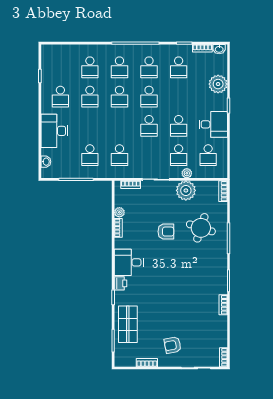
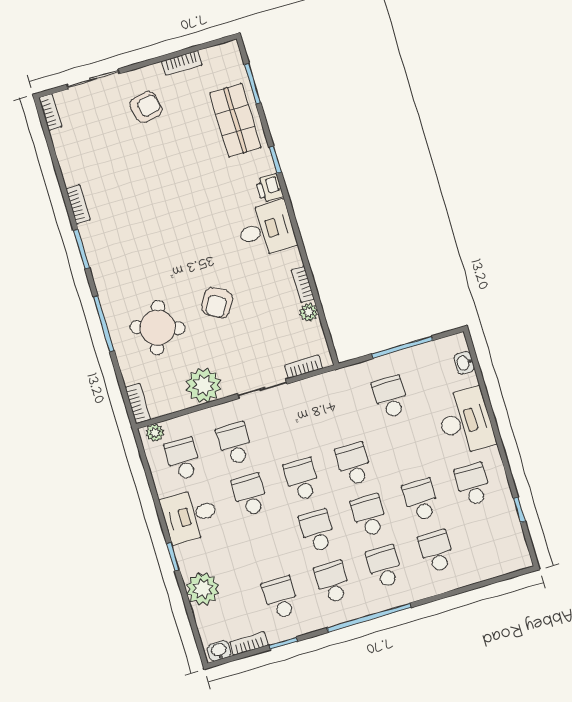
school desk: (119, 155) -> (354, 464), moved
plant: (187, 173) -> (155, 433), moved
armchair: (166, 232) -> (217, 303), turned -60

